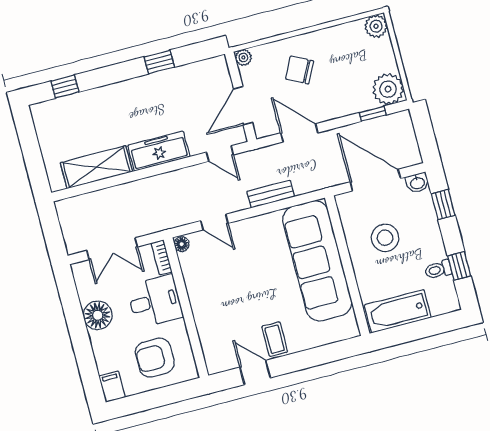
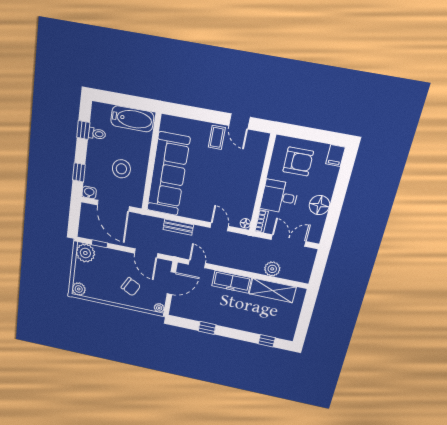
plant: (113, 198) -> (272, 269), added

